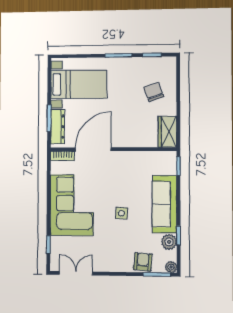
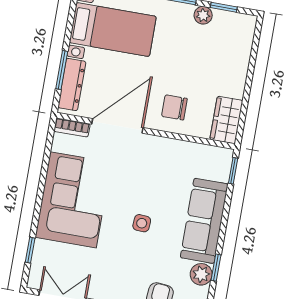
plant: (139, 63) -> (203, 15), added
chair: (154, 92) -> (174, 107), moved, turned -71

